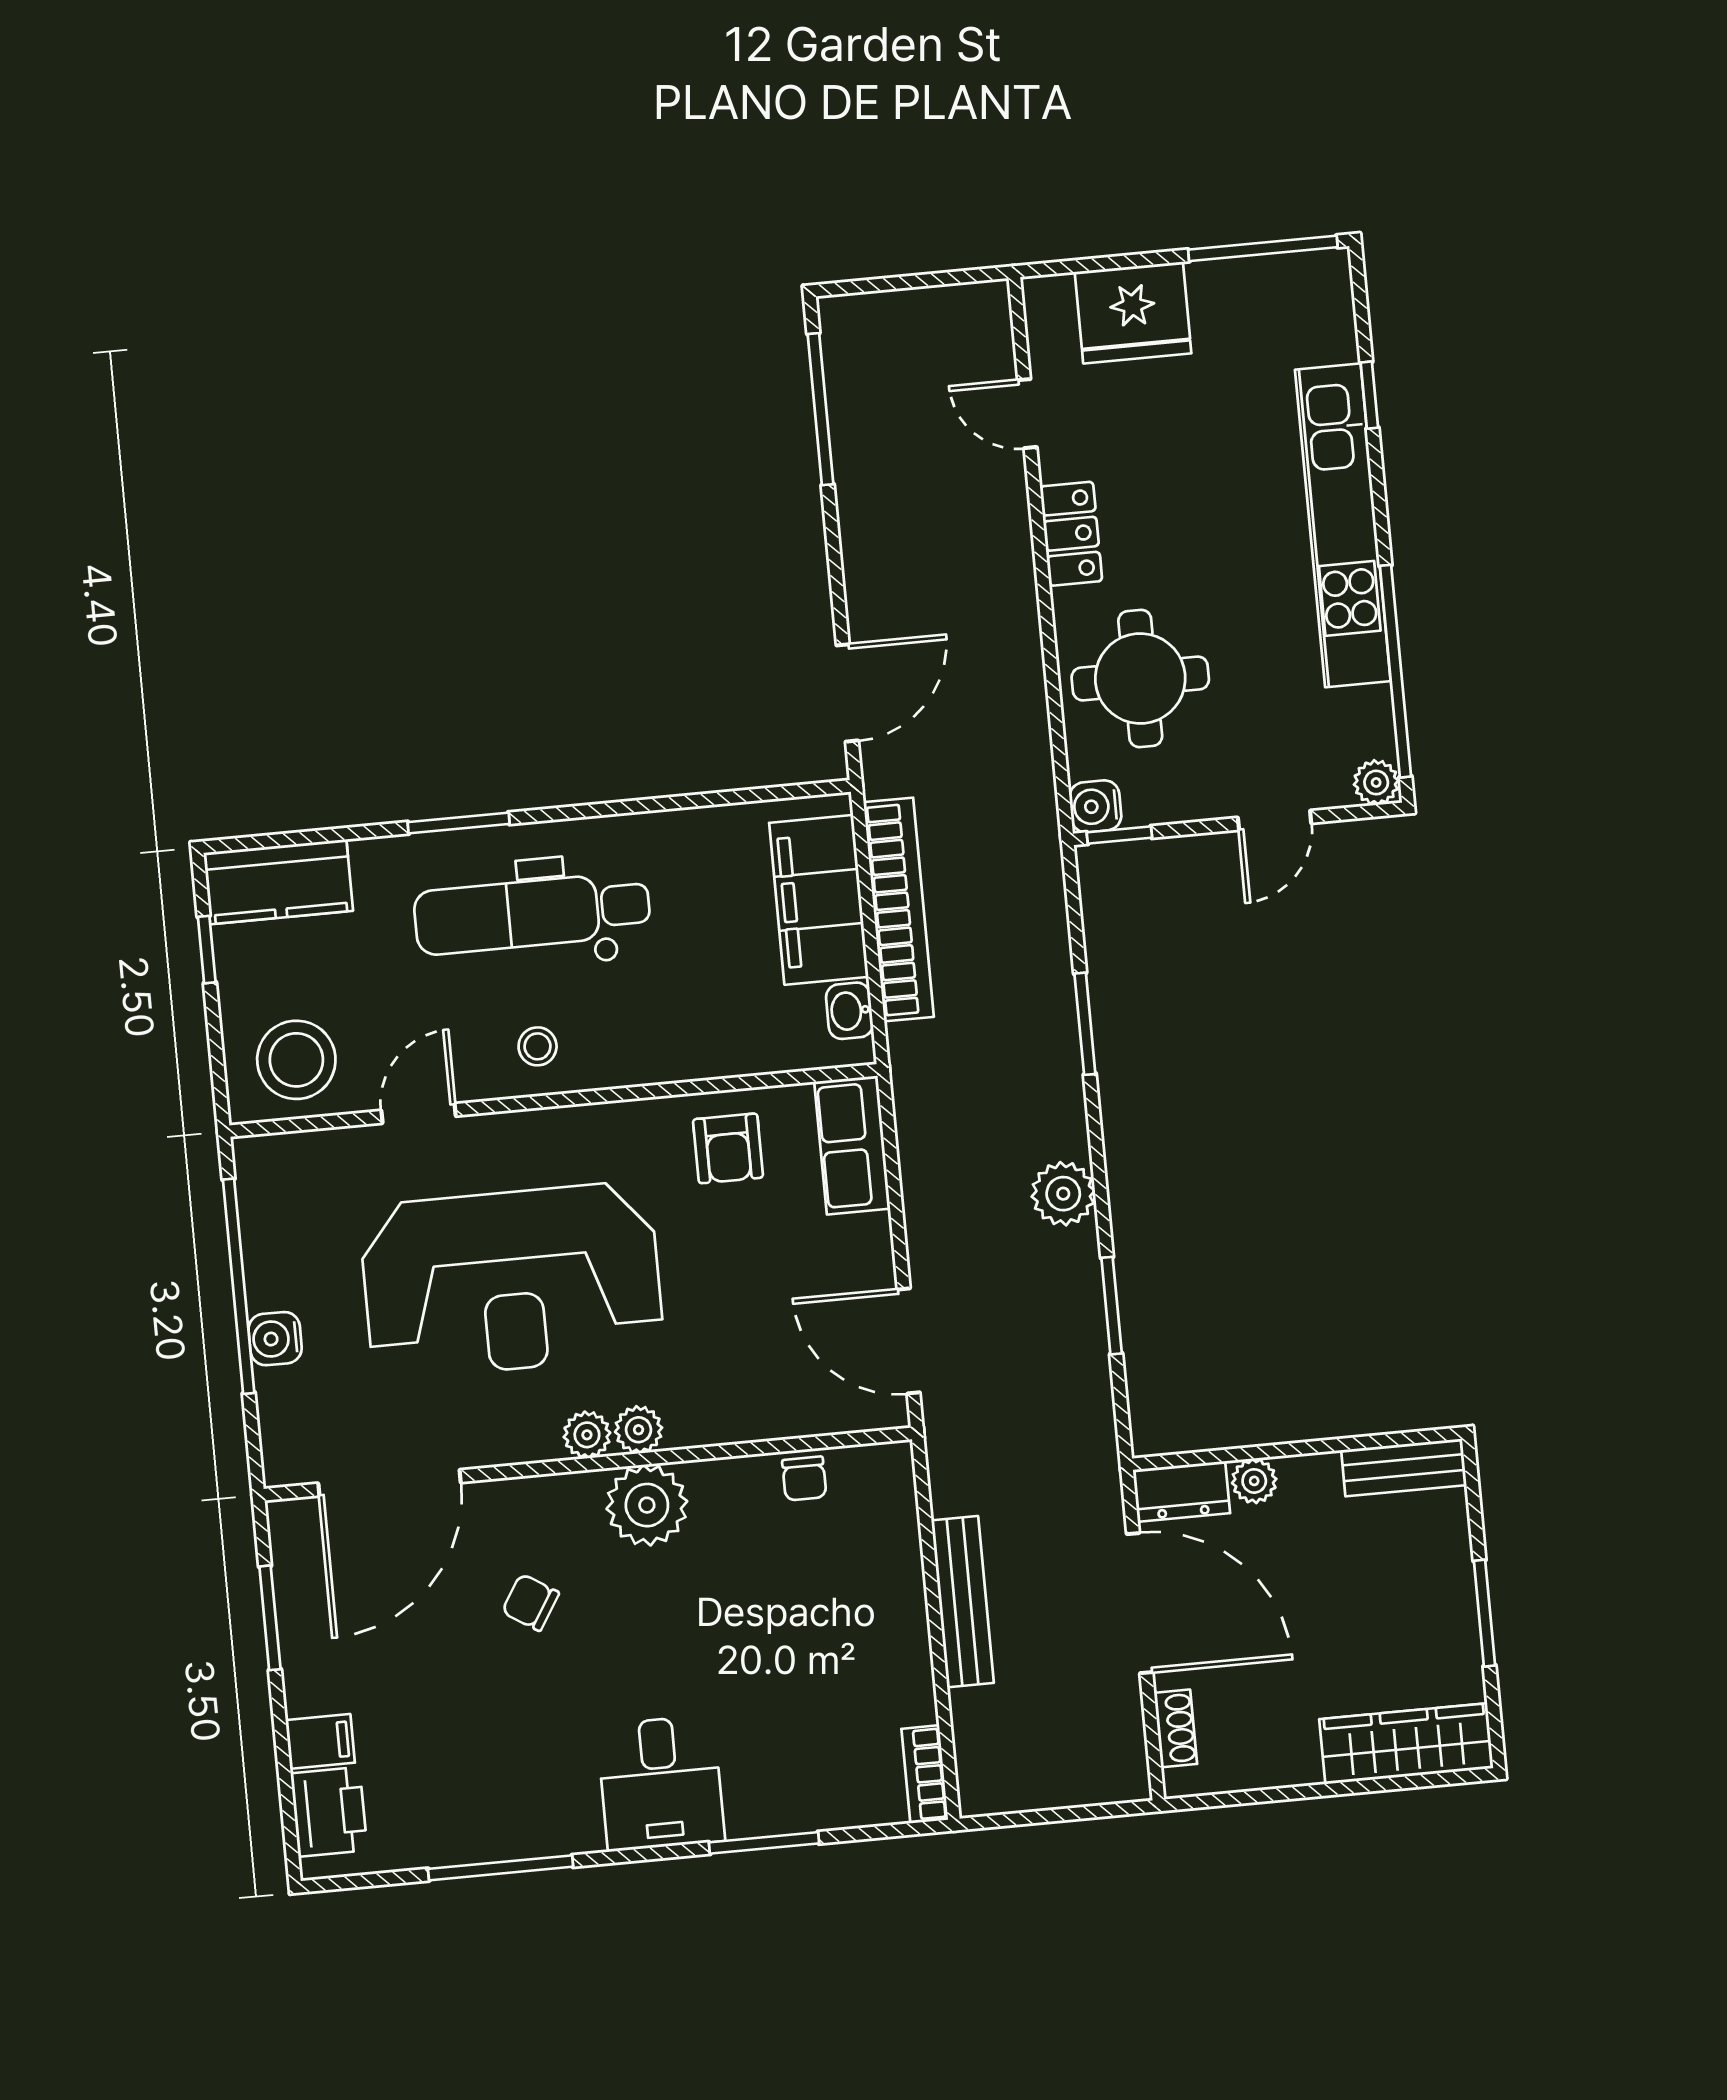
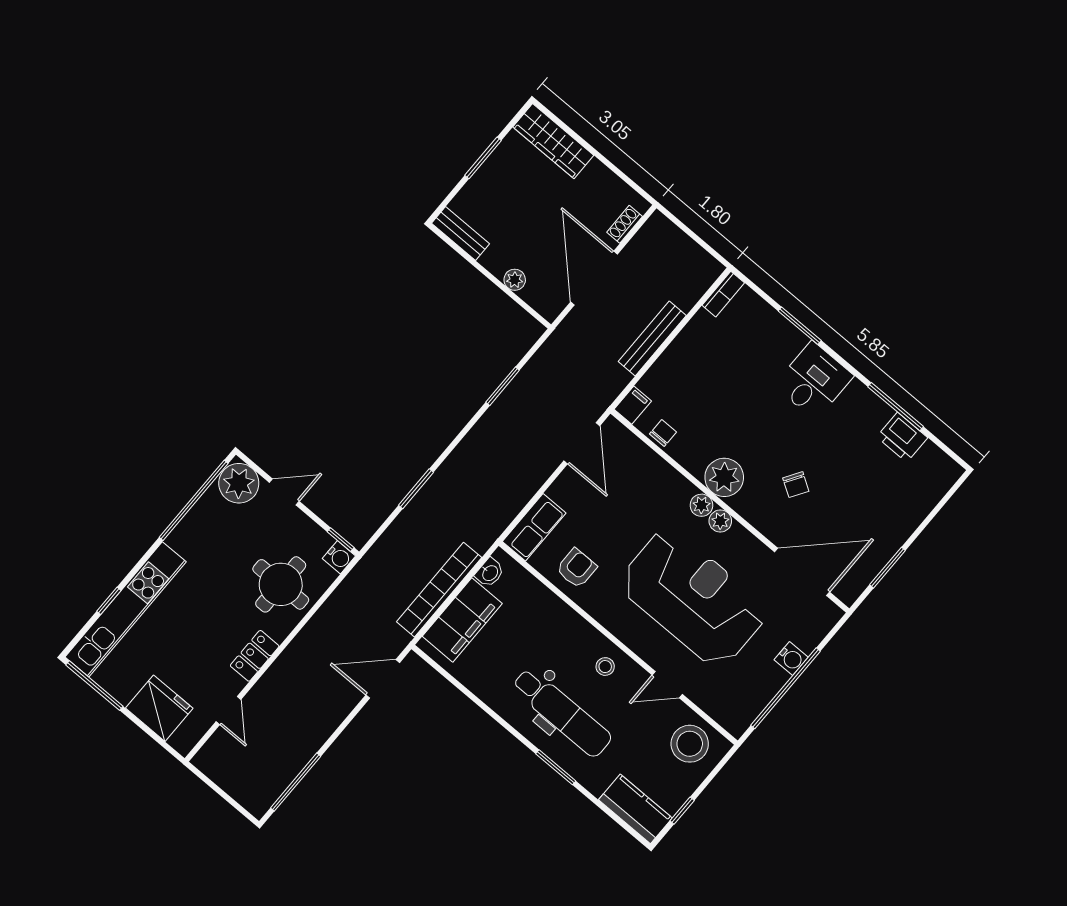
kitchen unit: (1343, 525) -> (126, 609), moved
plant: (1376, 782) -> (239, 483), width x1.87, depth x1.87
plant: (1063, 1194) -> (481, 440), removed
dresser: (1181, 1492) -> (542, 301), removed
filing cabinet: (320, 1741) -> (633, 405), moved, turned 90
printer: (329, 1812) -> (902, 437), moved, turned -90

